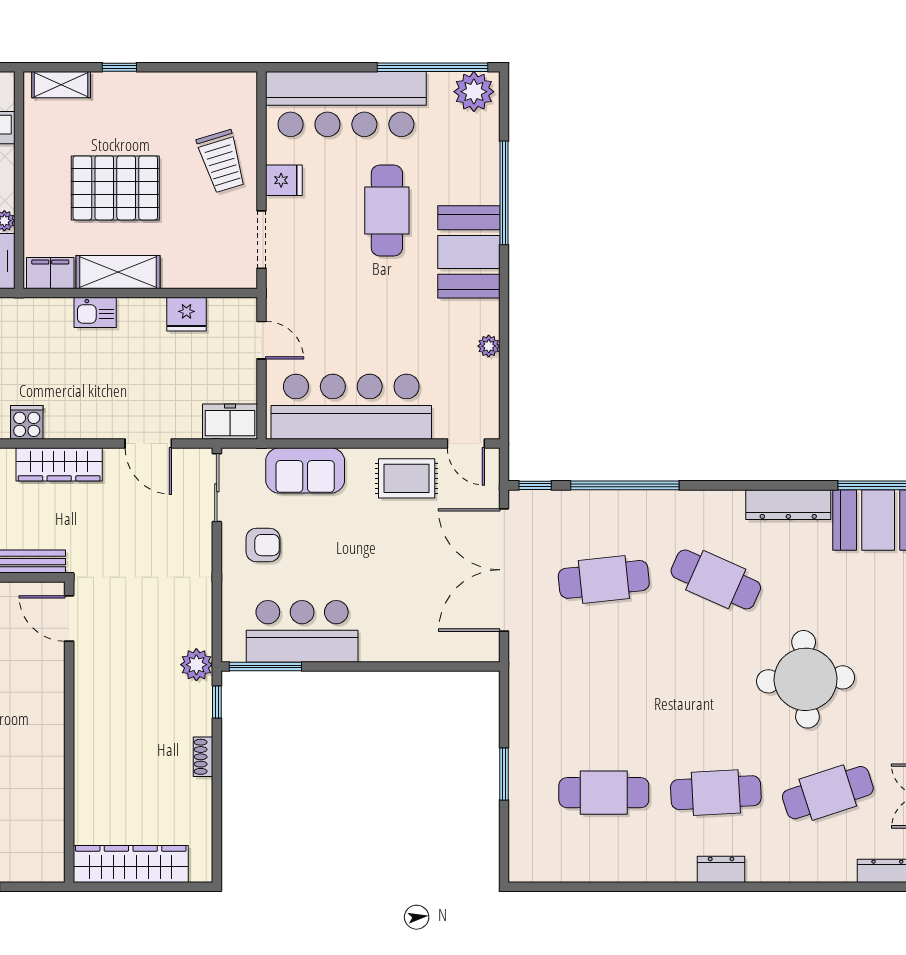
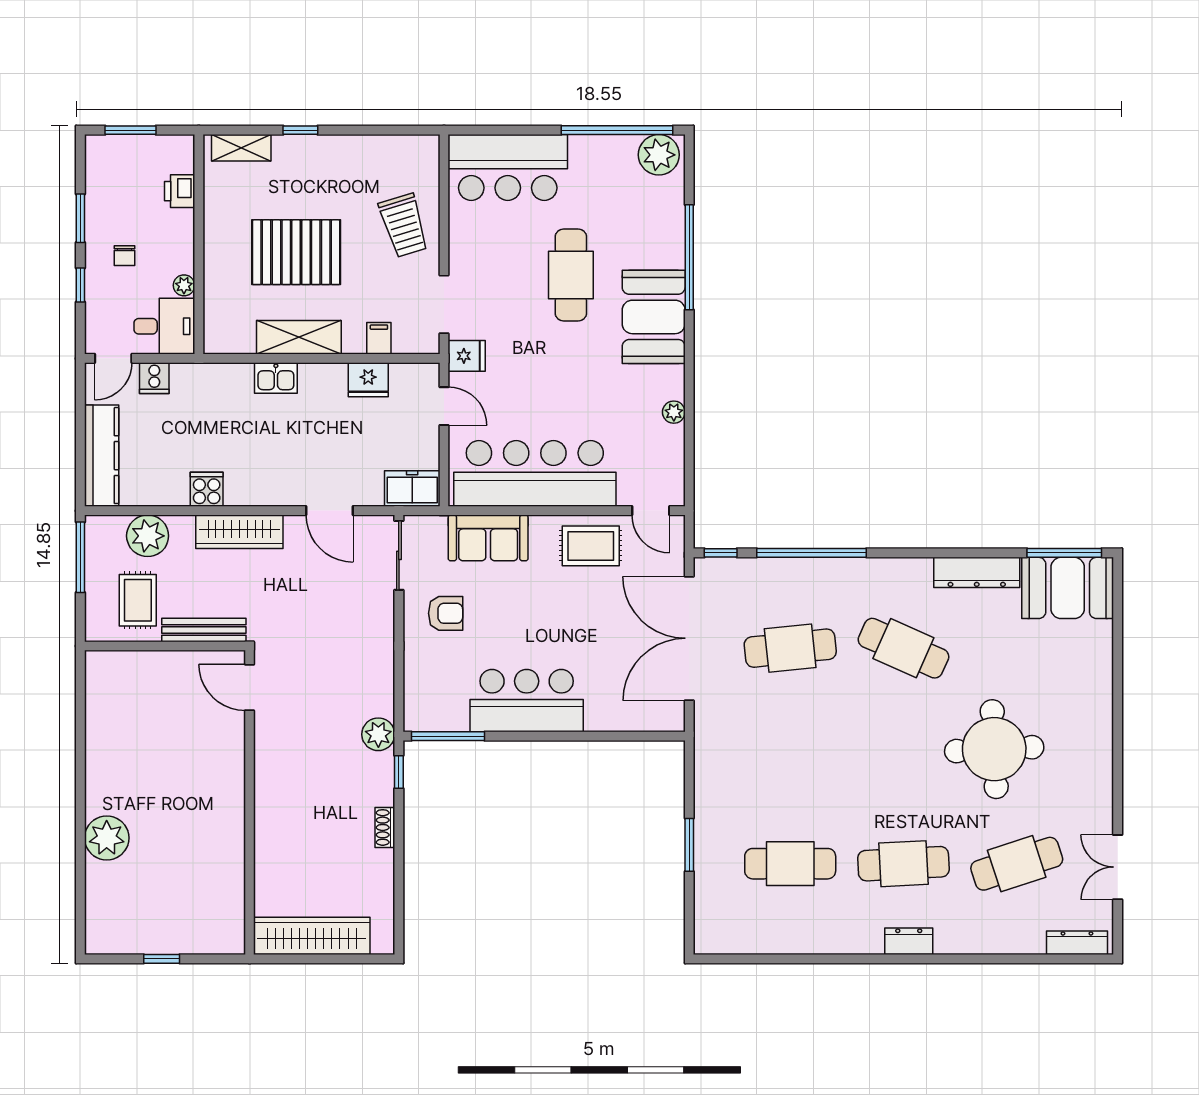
bar counter: (346, 104) -> (508, 167), width x0.73
fridge: (284, 180) -> (467, 356), moved
filing cabinet: (50, 273) -> (379, 338), moved, width x0.50
bar counter: (302, 631) -> (527, 701), moved

